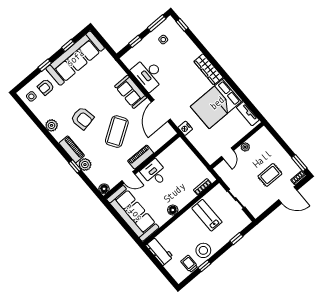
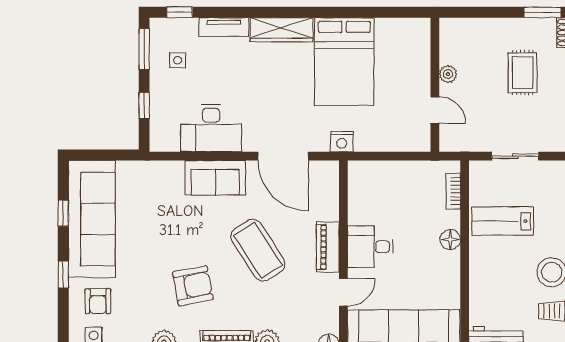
tv unit: (248, 114) -> (224, 27), moved
floor lamp: (173, 210) -> (450, 240), moved

